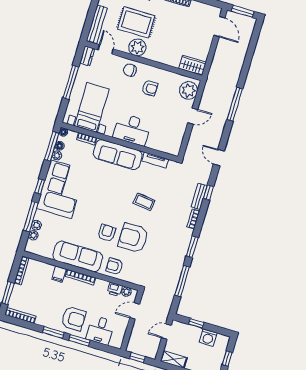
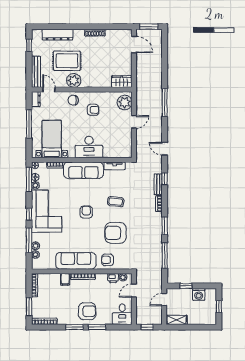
armchair: (107, 233) -> (86, 212), moved
desk: (100, 330) -> (122, 314), moved

